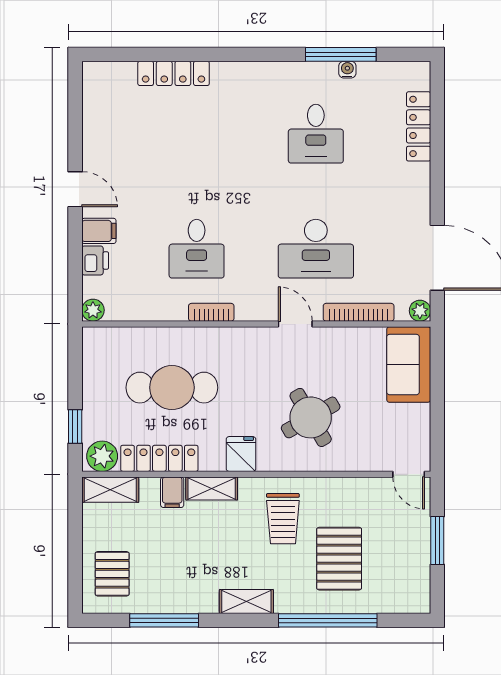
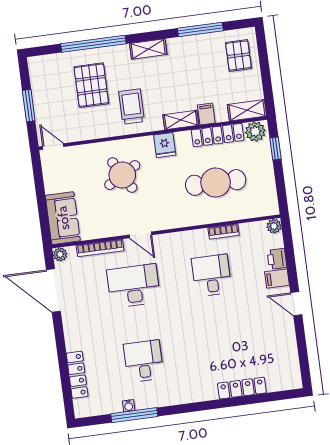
bookcase: (211, 312) -> (224, 232), moved

